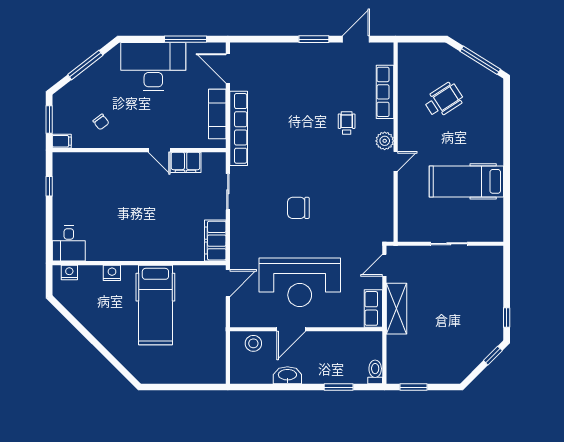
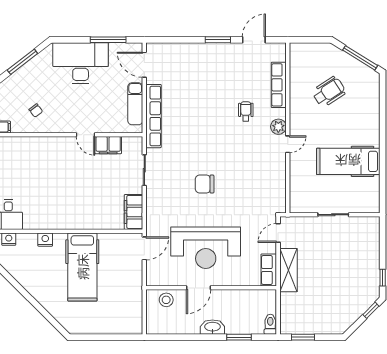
washbasin: (287, 375) -> (212, 327), moved

